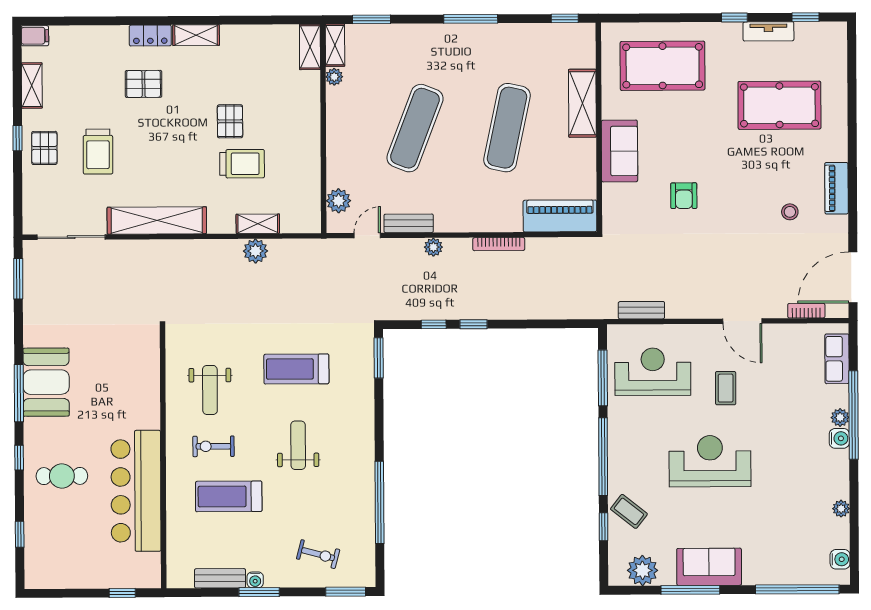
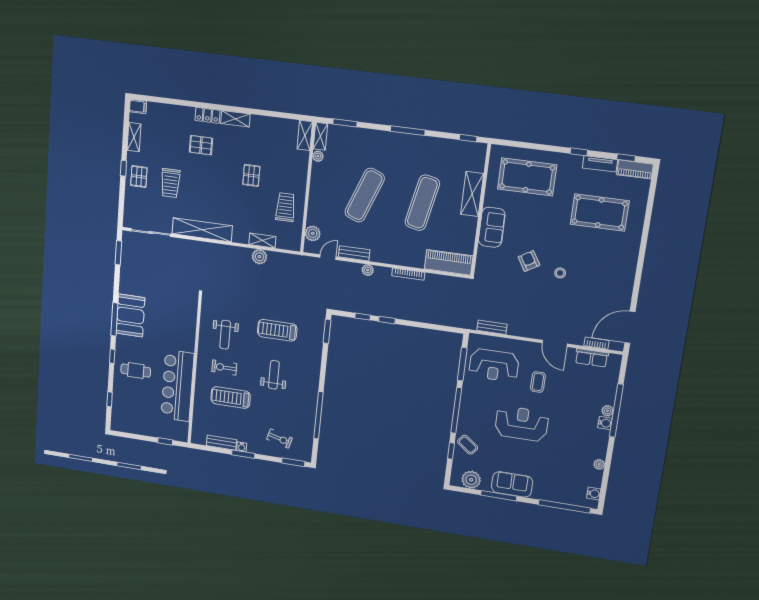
trolley: (242, 164) -> (286, 207), moved, turned -90
piano: (836, 188) -> (635, 169), moved, turned -90
armchair: (684, 196) -> (529, 261), turned 149
stool: (790, 212) -> (560, 273), moved
row of seats: (837, 359) -> (592, 358), moved, turned -90
reception desk: (653, 372) -> (494, 365), turned 180

